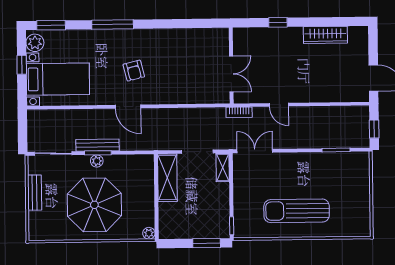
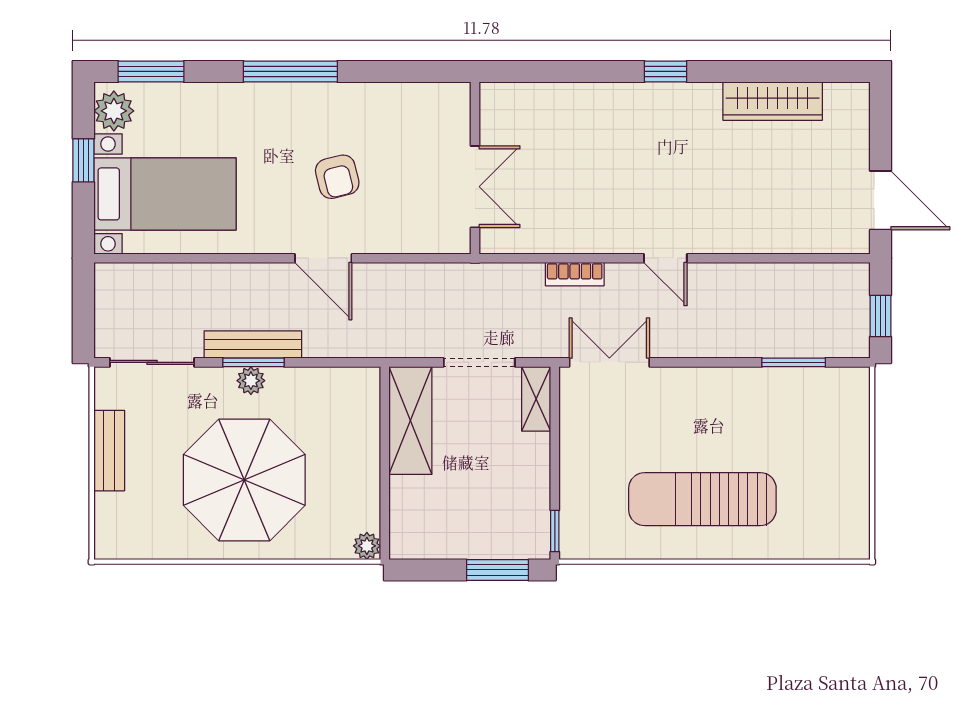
wall: (231, 66) -> (475, 168), moved
double door: (231, 74) -> (475, 187), moved

